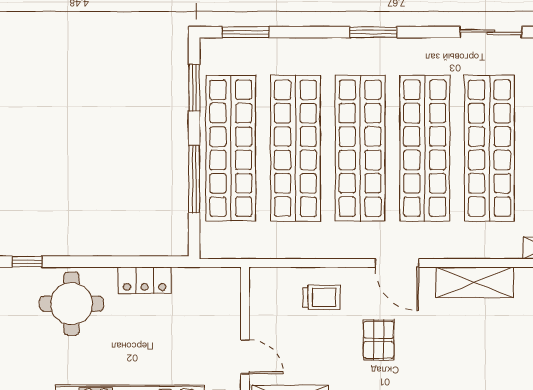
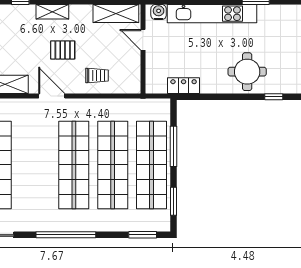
window: (373, 32) -> (66, 235), width x2.11
shop shelf: (425, 148) -> (35, 165), removed
locker: (145, 280) -> (184, 86), moved
trolley: (321, 297) -> (97, 75), turned 180
pallet: (379, 340) -> (63, 50), turned 90

